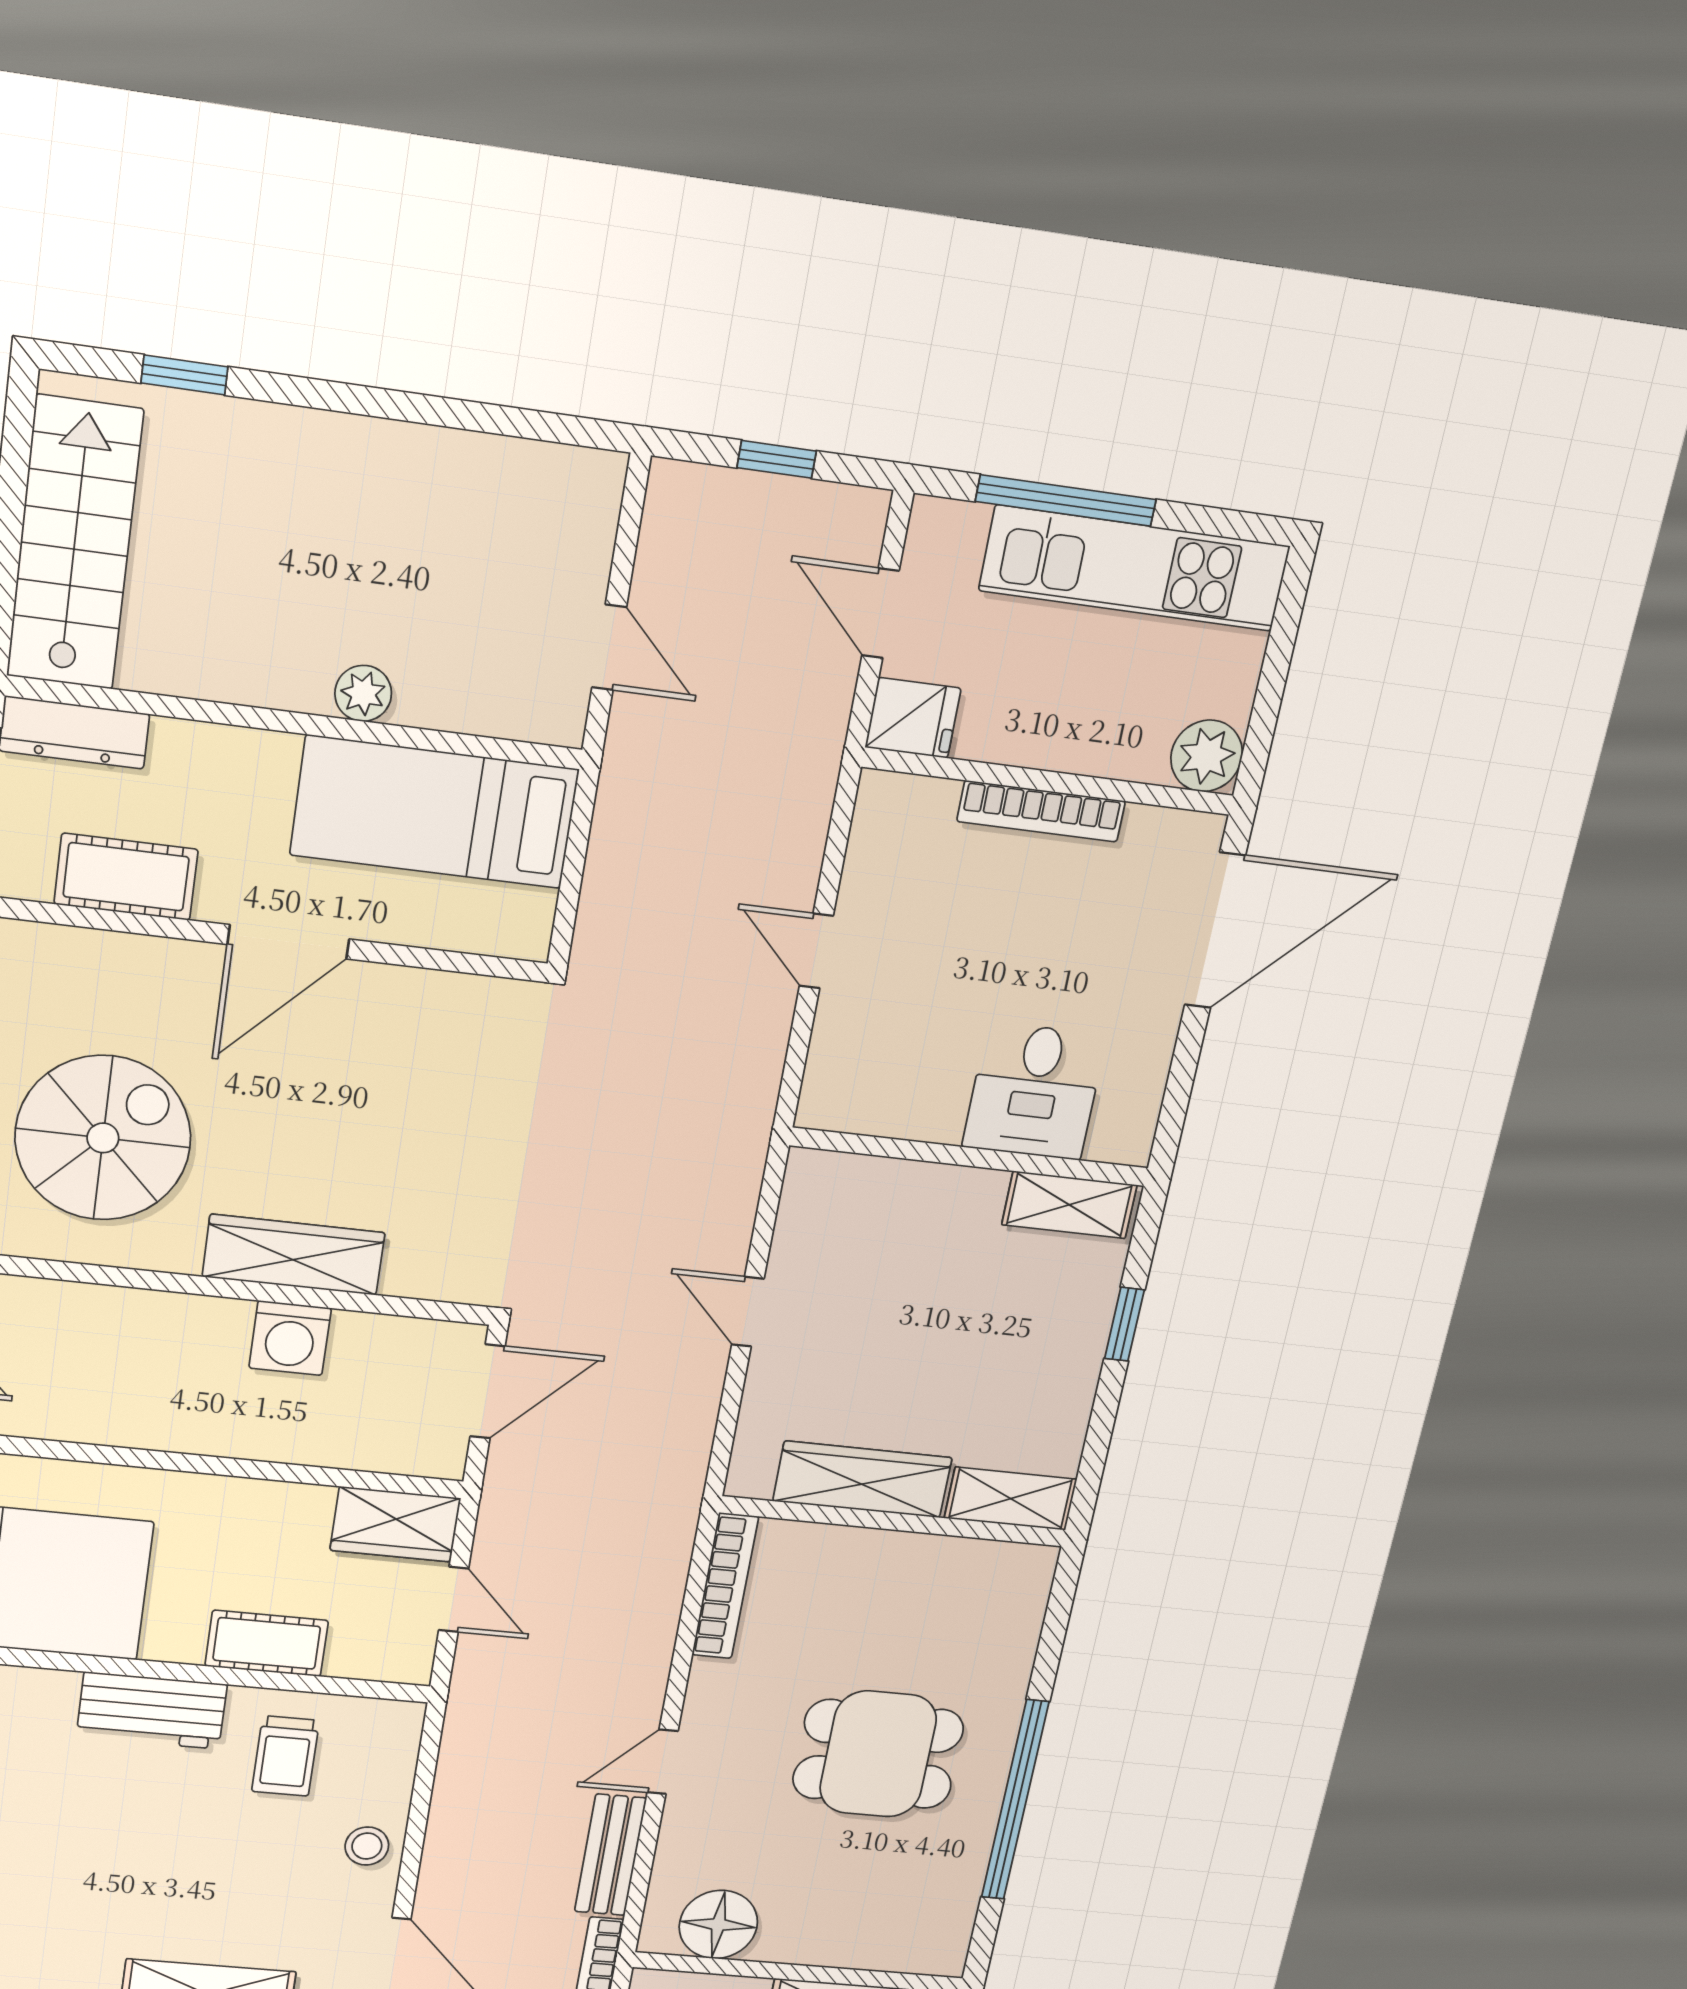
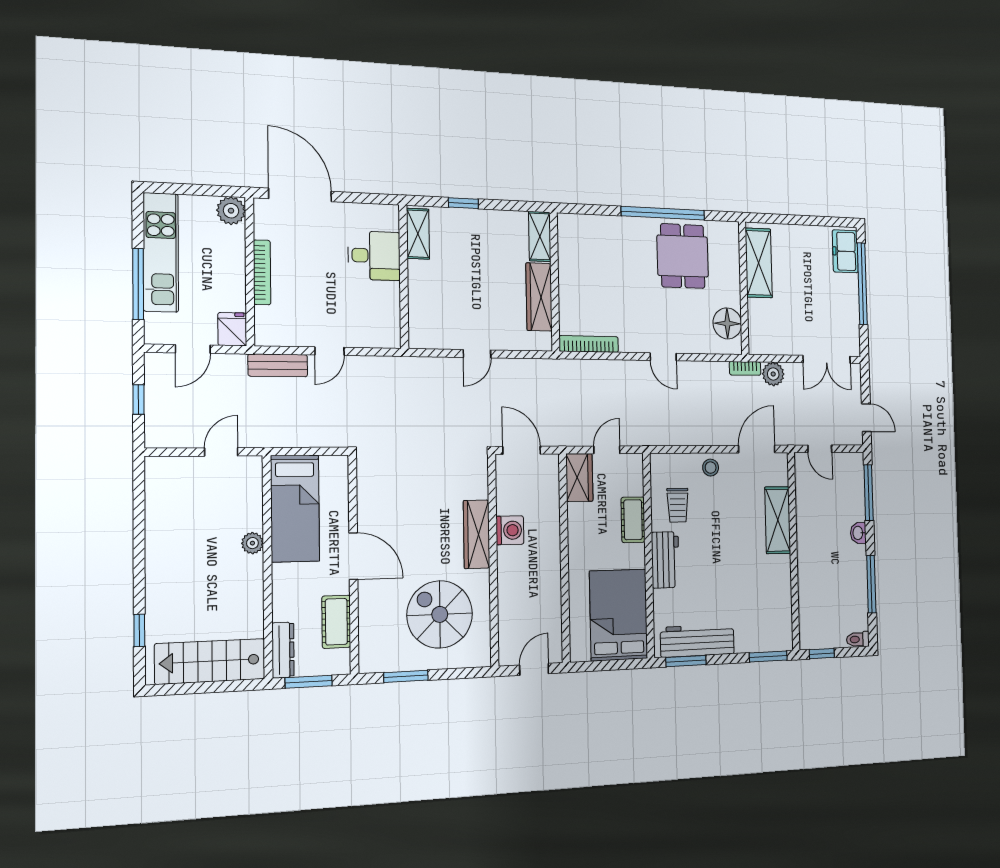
dining table: (878, 1754) -> (683, 256), moved
trolley: (285, 1756) -> (678, 505), turned 90
bench: (610, 1855) -> (278, 365), moved

